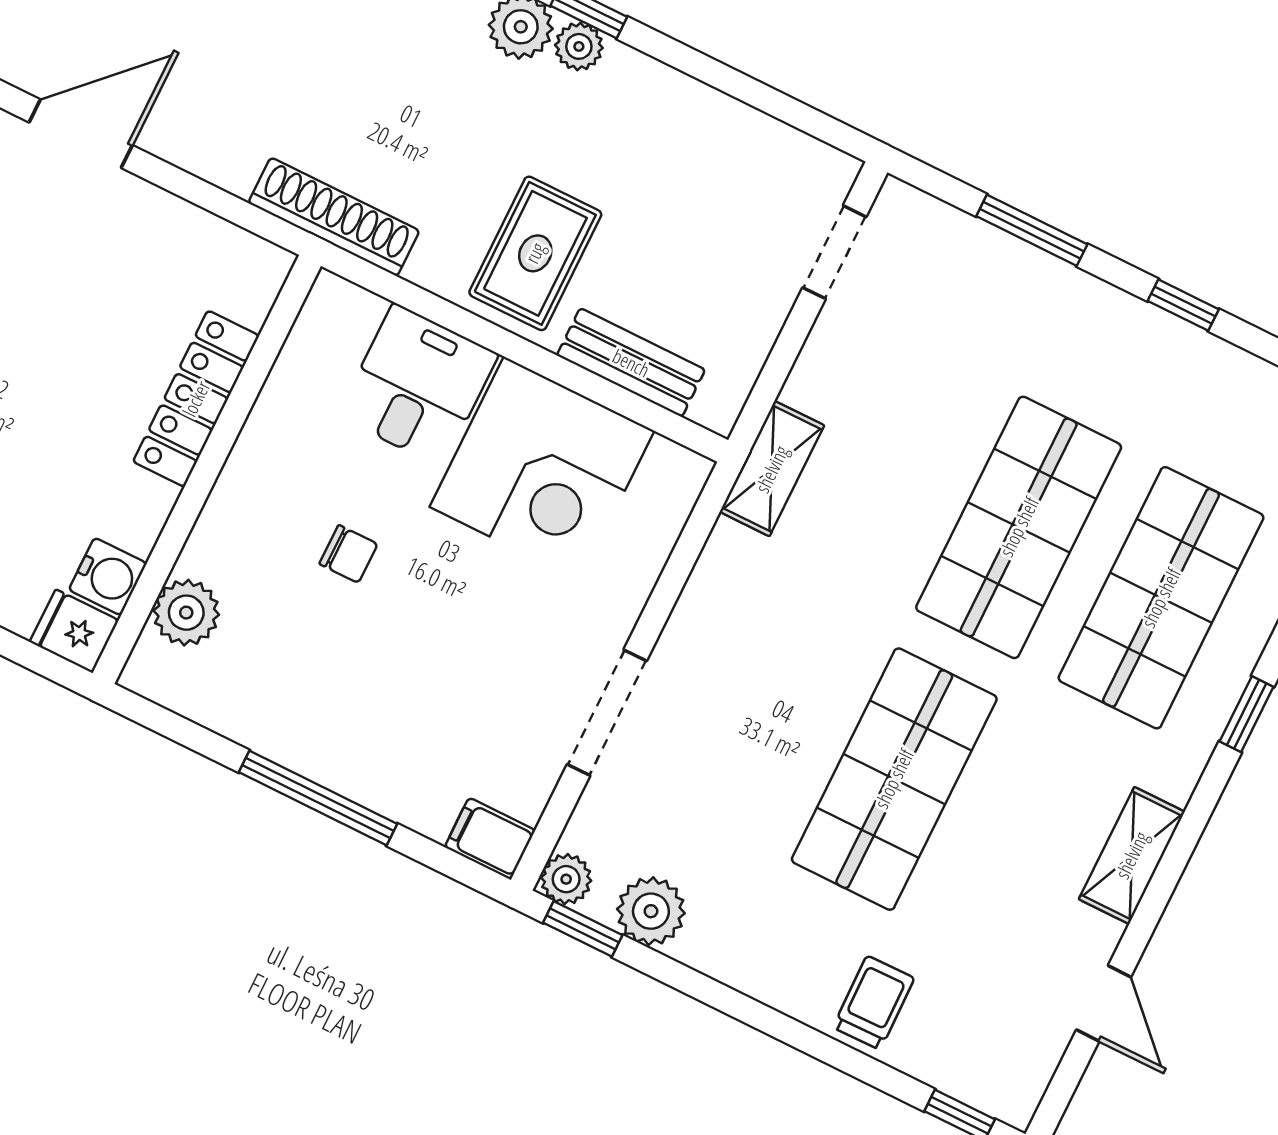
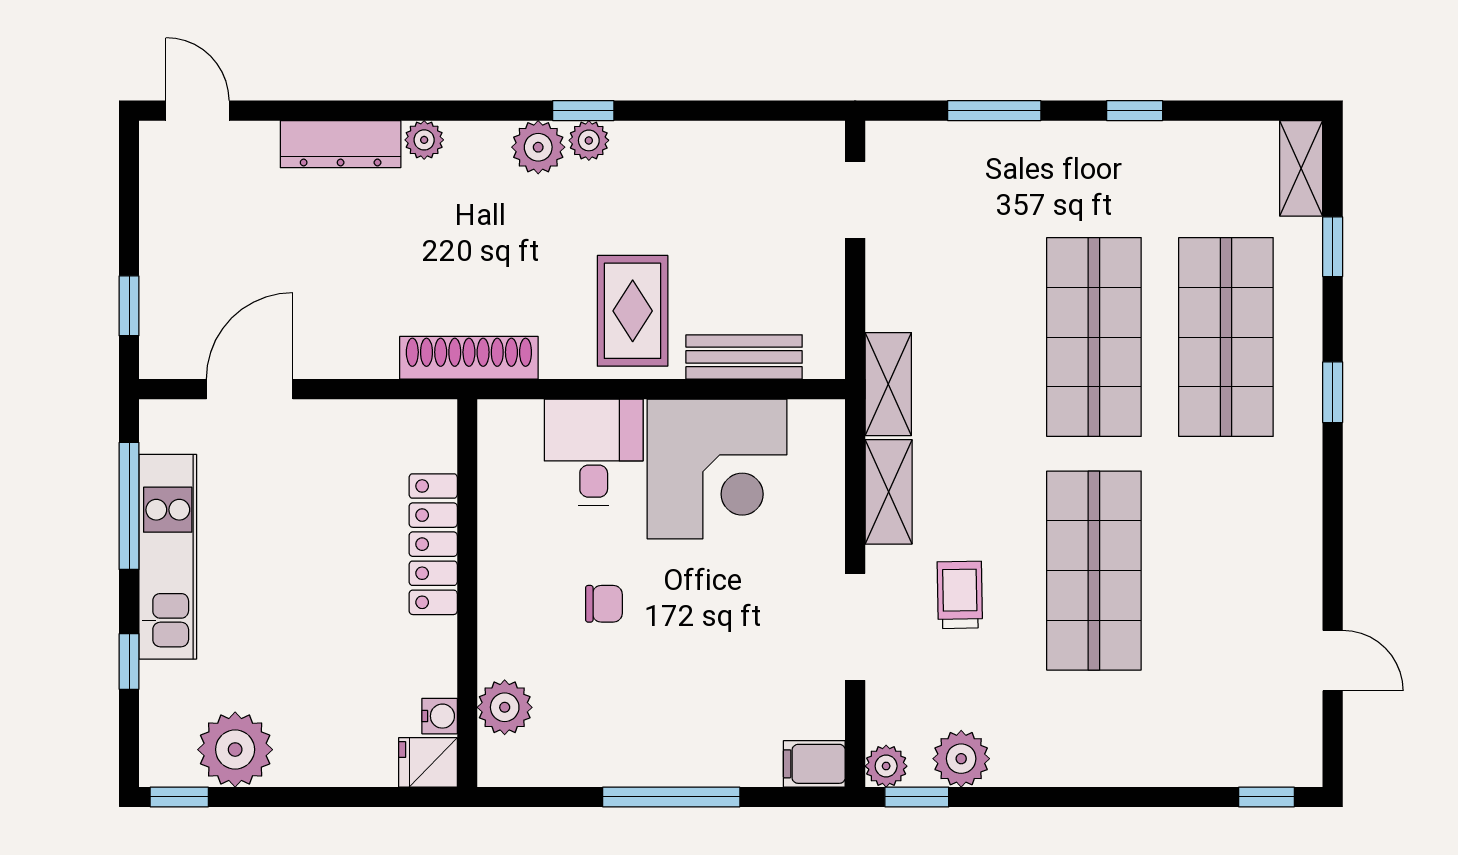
water cooler: (108, 576) -> (440, 716), width x0.72, depth x0.72
shelving: (1132, 855) -> (889, 492), moved
trolley: (874, 1003) -> (960, 595), moved

